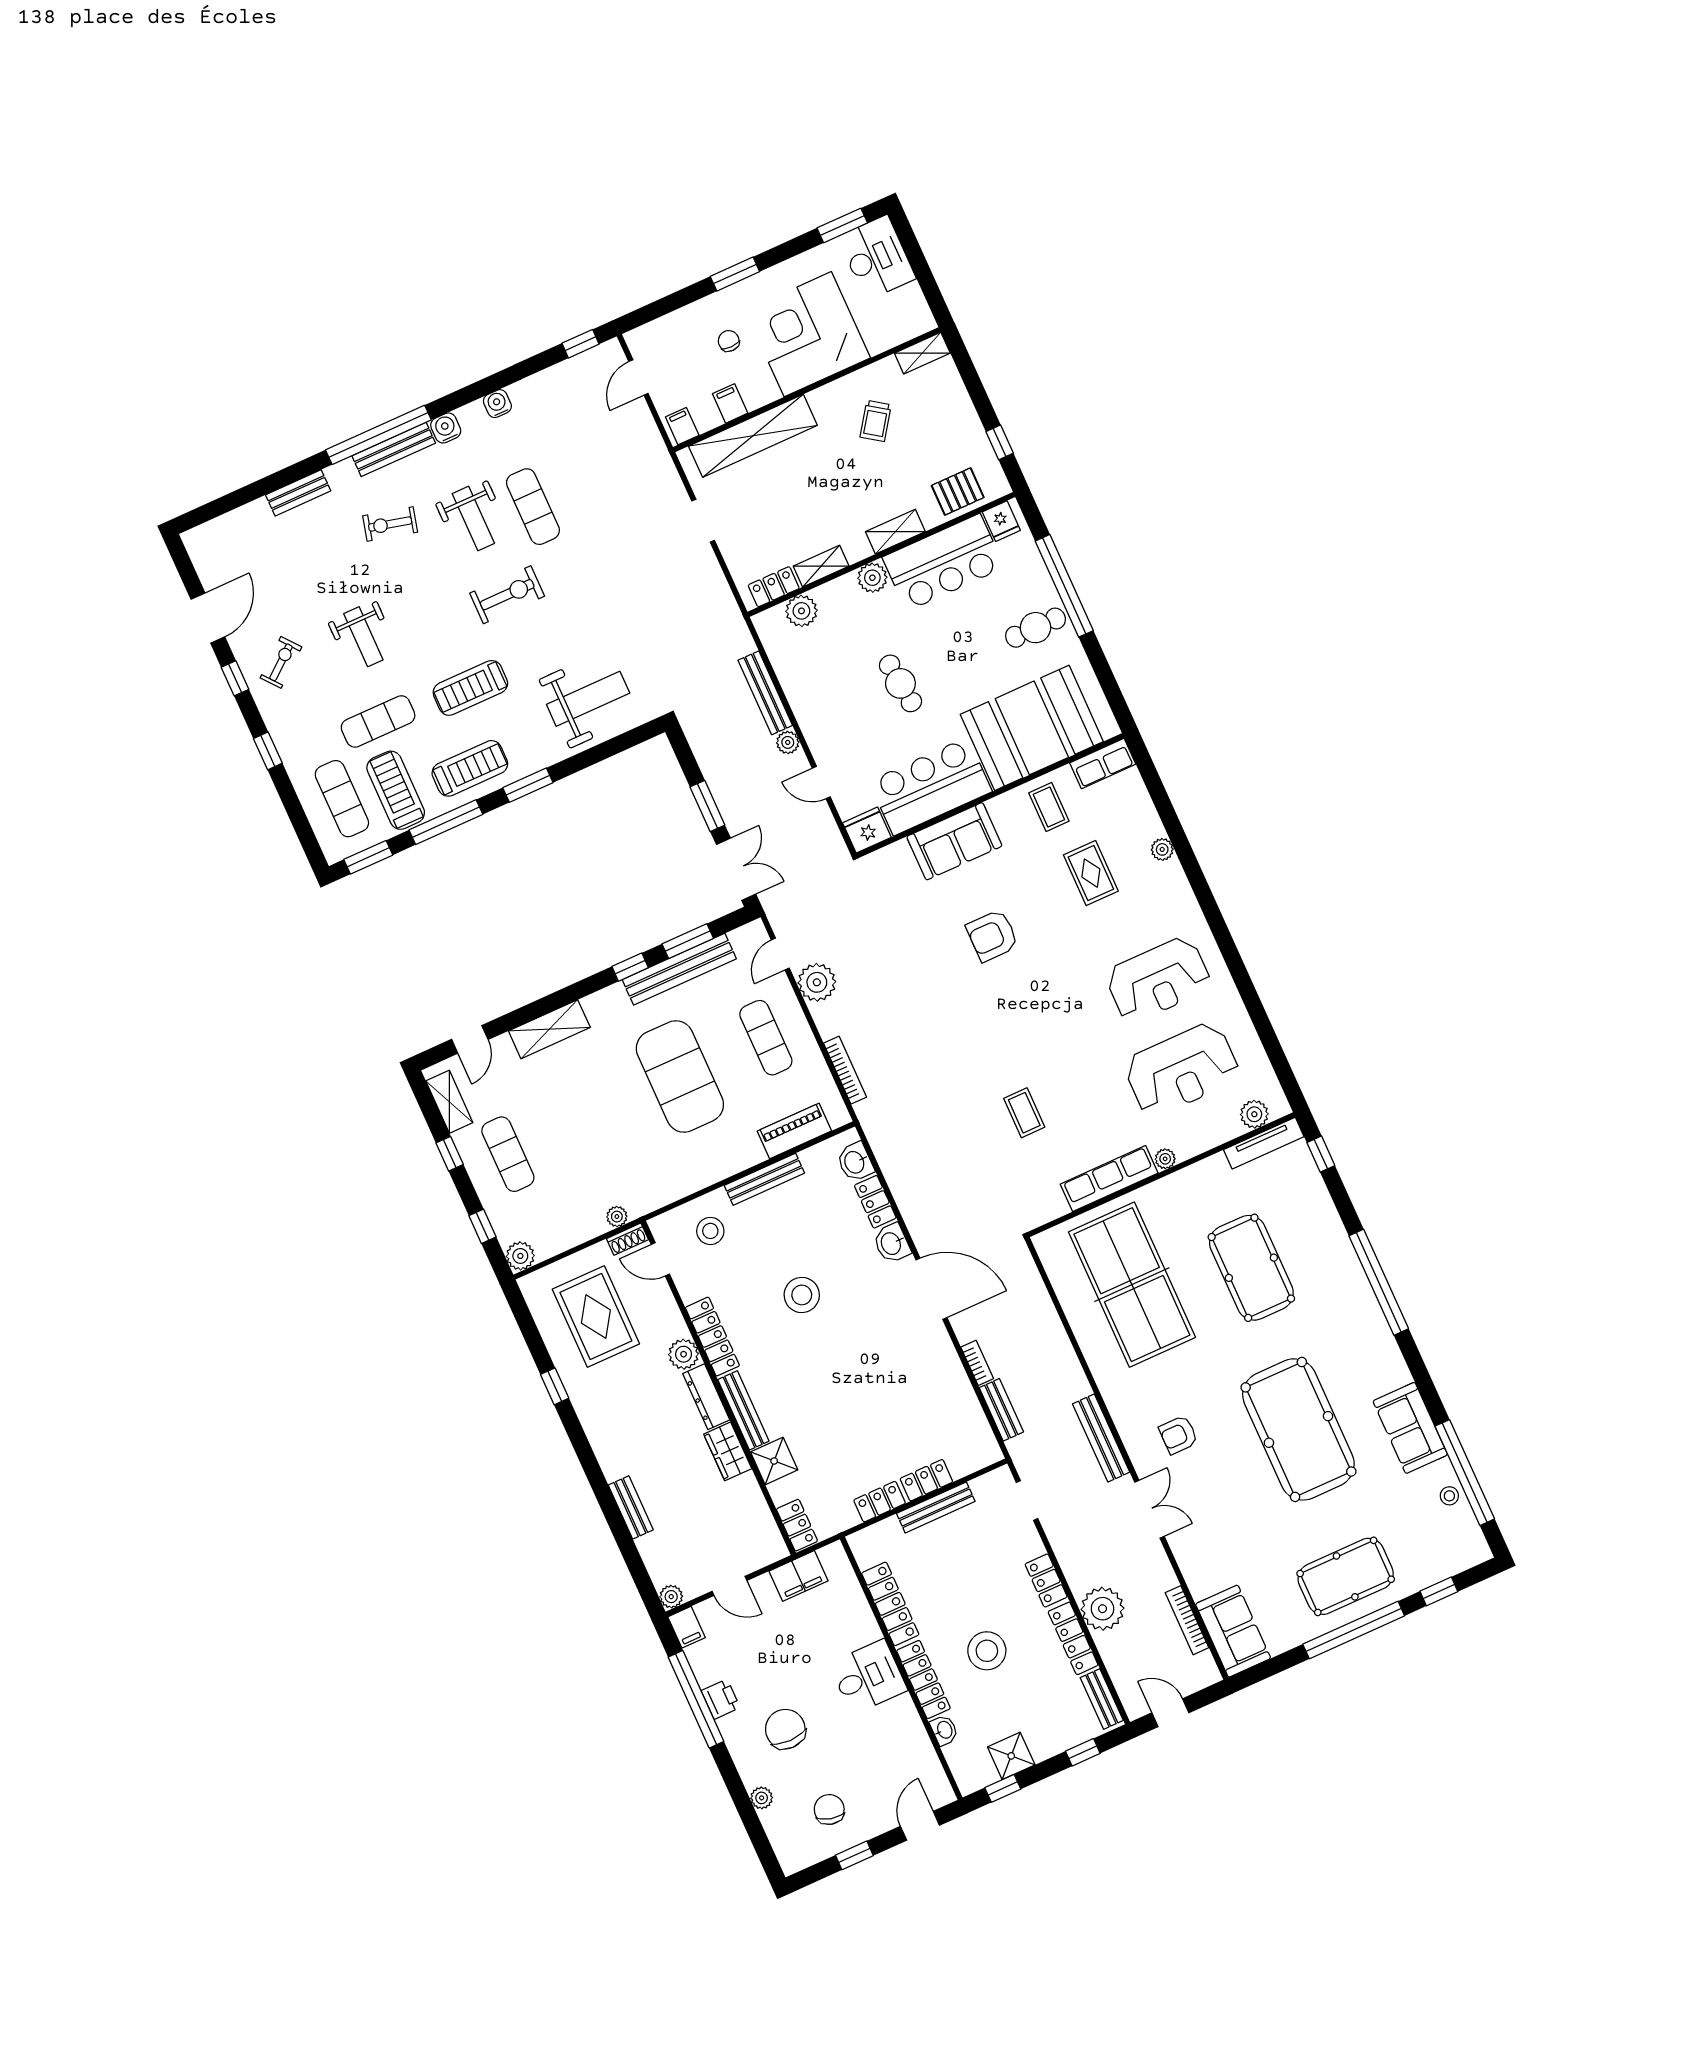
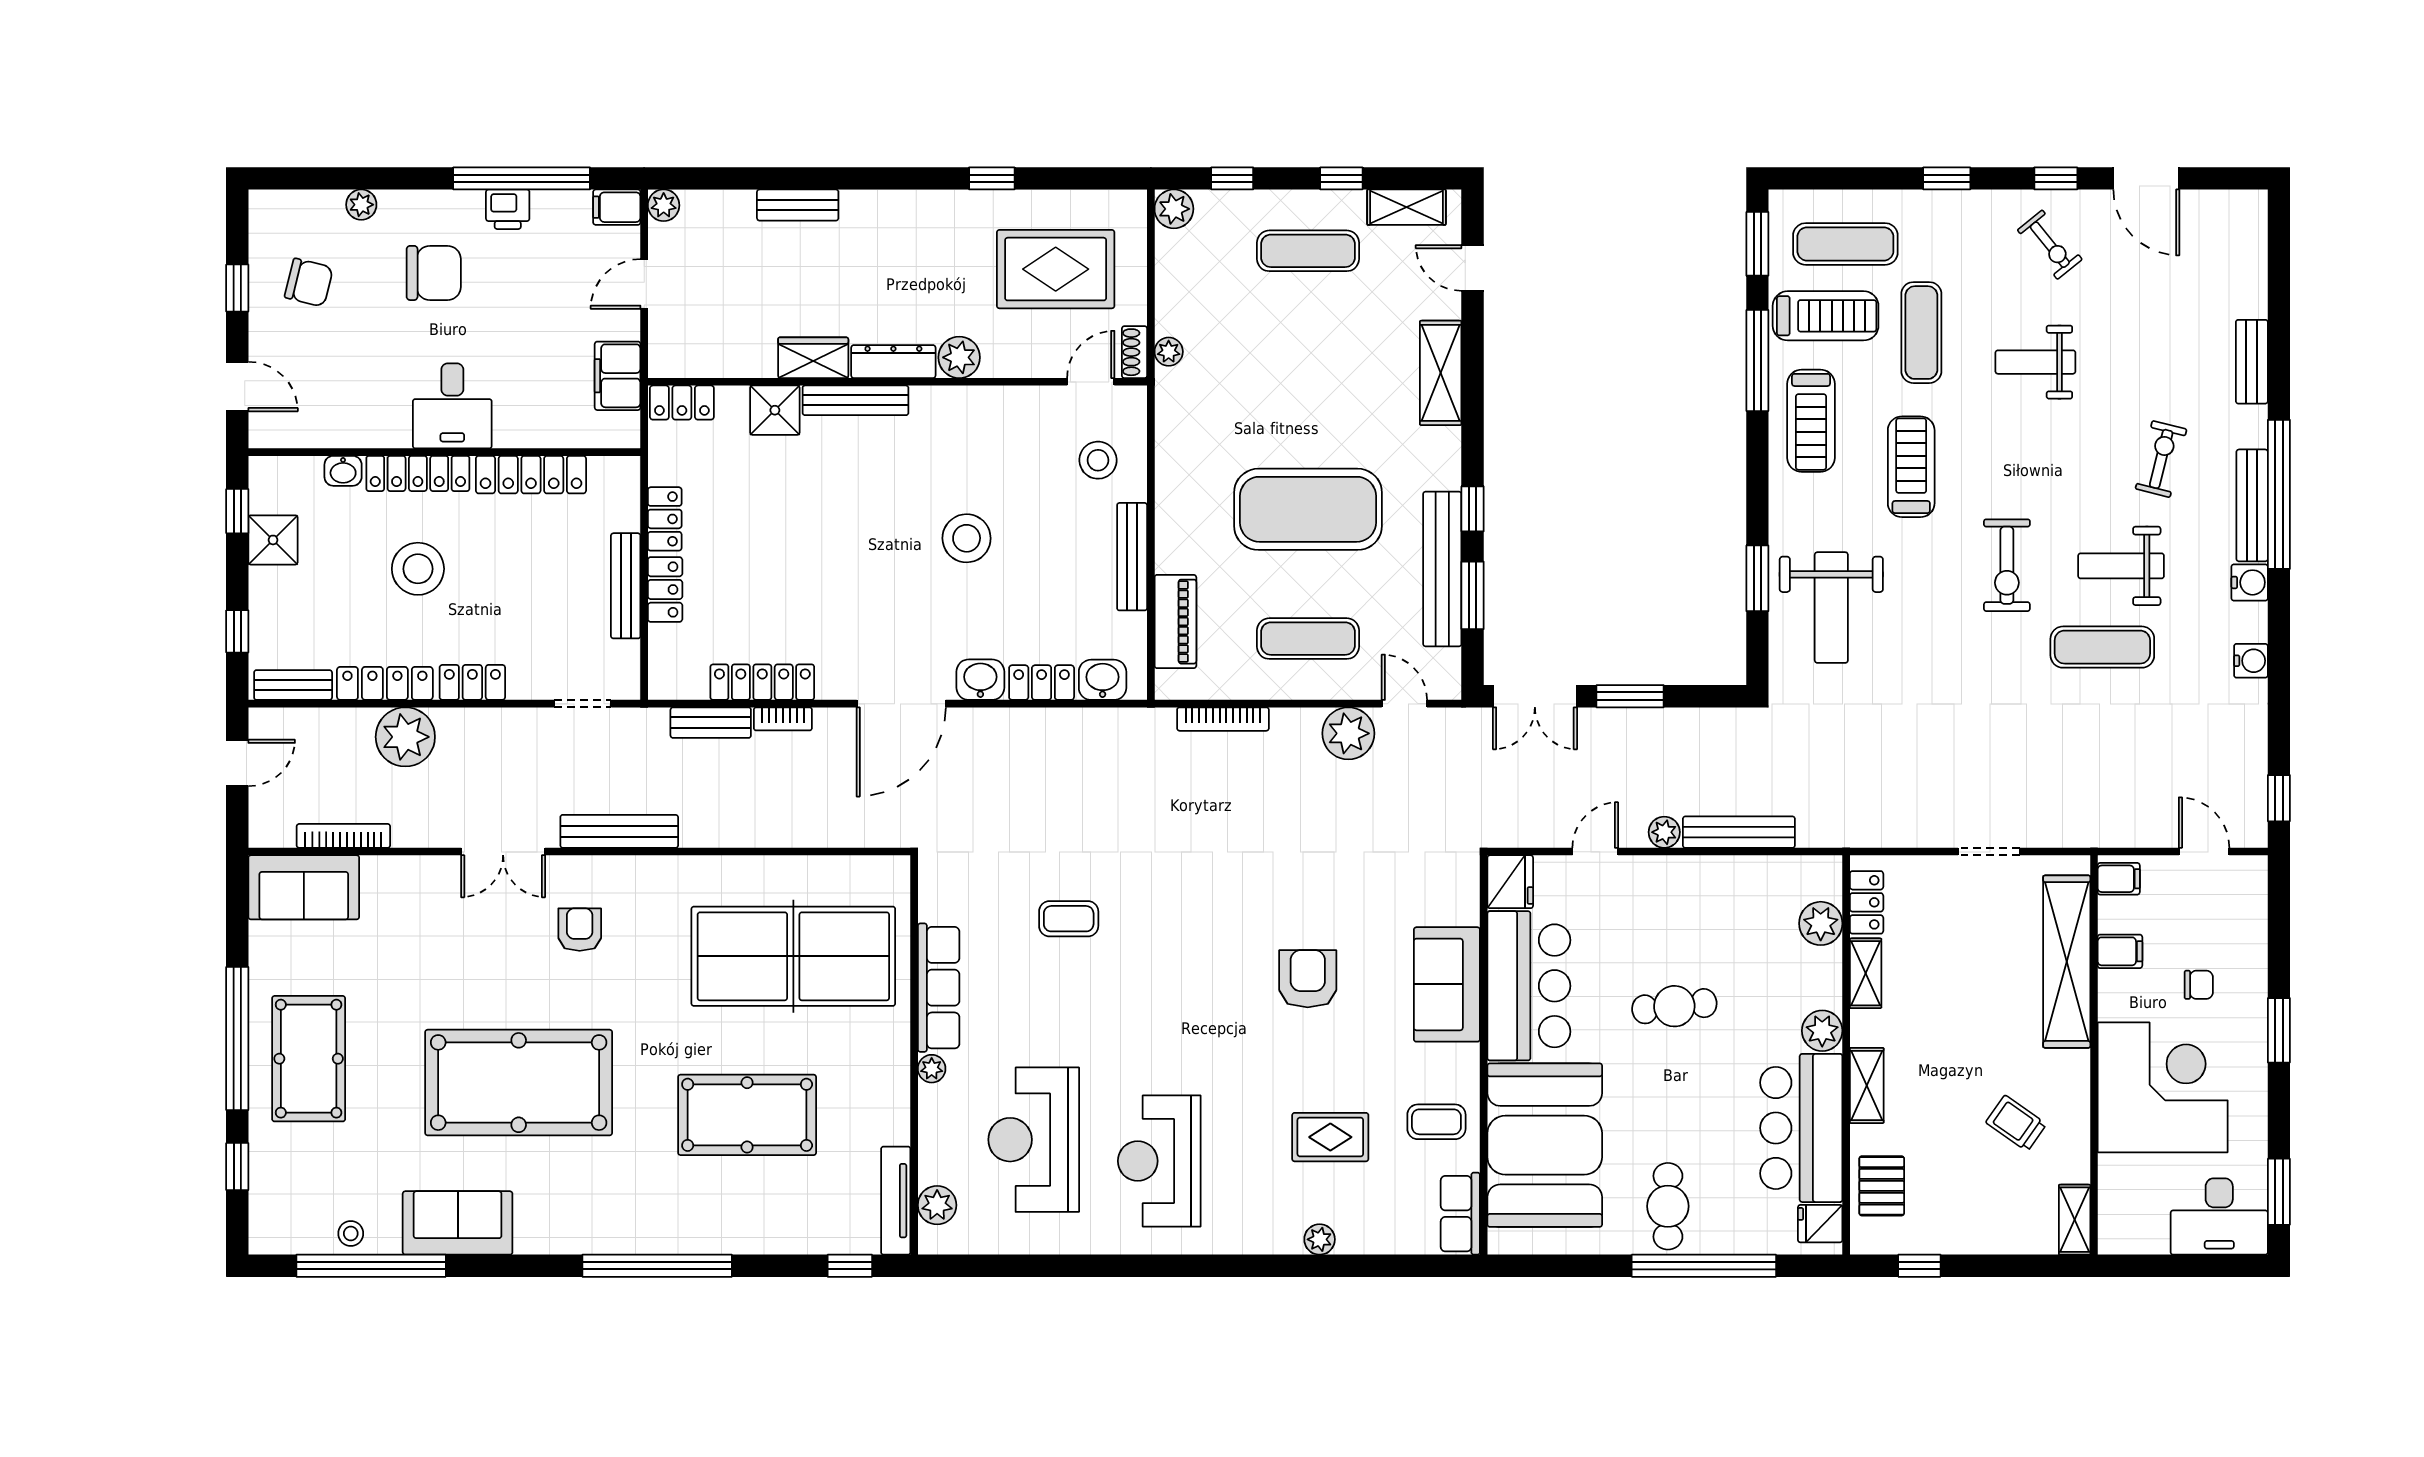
window: (528, 785) -> (1757, 578), moved
locker: (712, 1337) -> (762, 682), moved, turned 180

